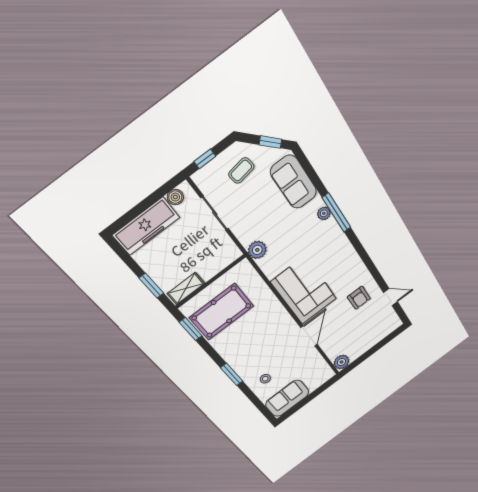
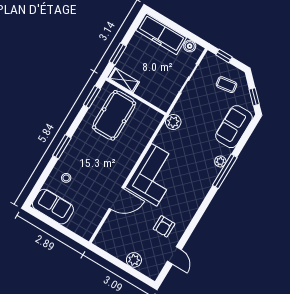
pool table: (221, 312) -> (114, 115), turned 90
plant: (341, 362) -> (134, 260), moved

